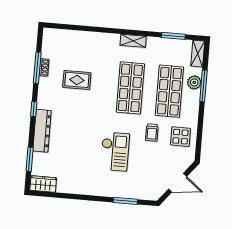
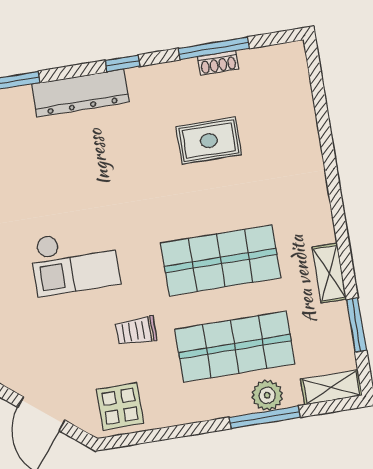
shelving: (133, 41) -> (329, 273), moved
rug: (77, 80) -> (209, 141), turned 90
display table: (180, 137) -> (120, 406), moved

